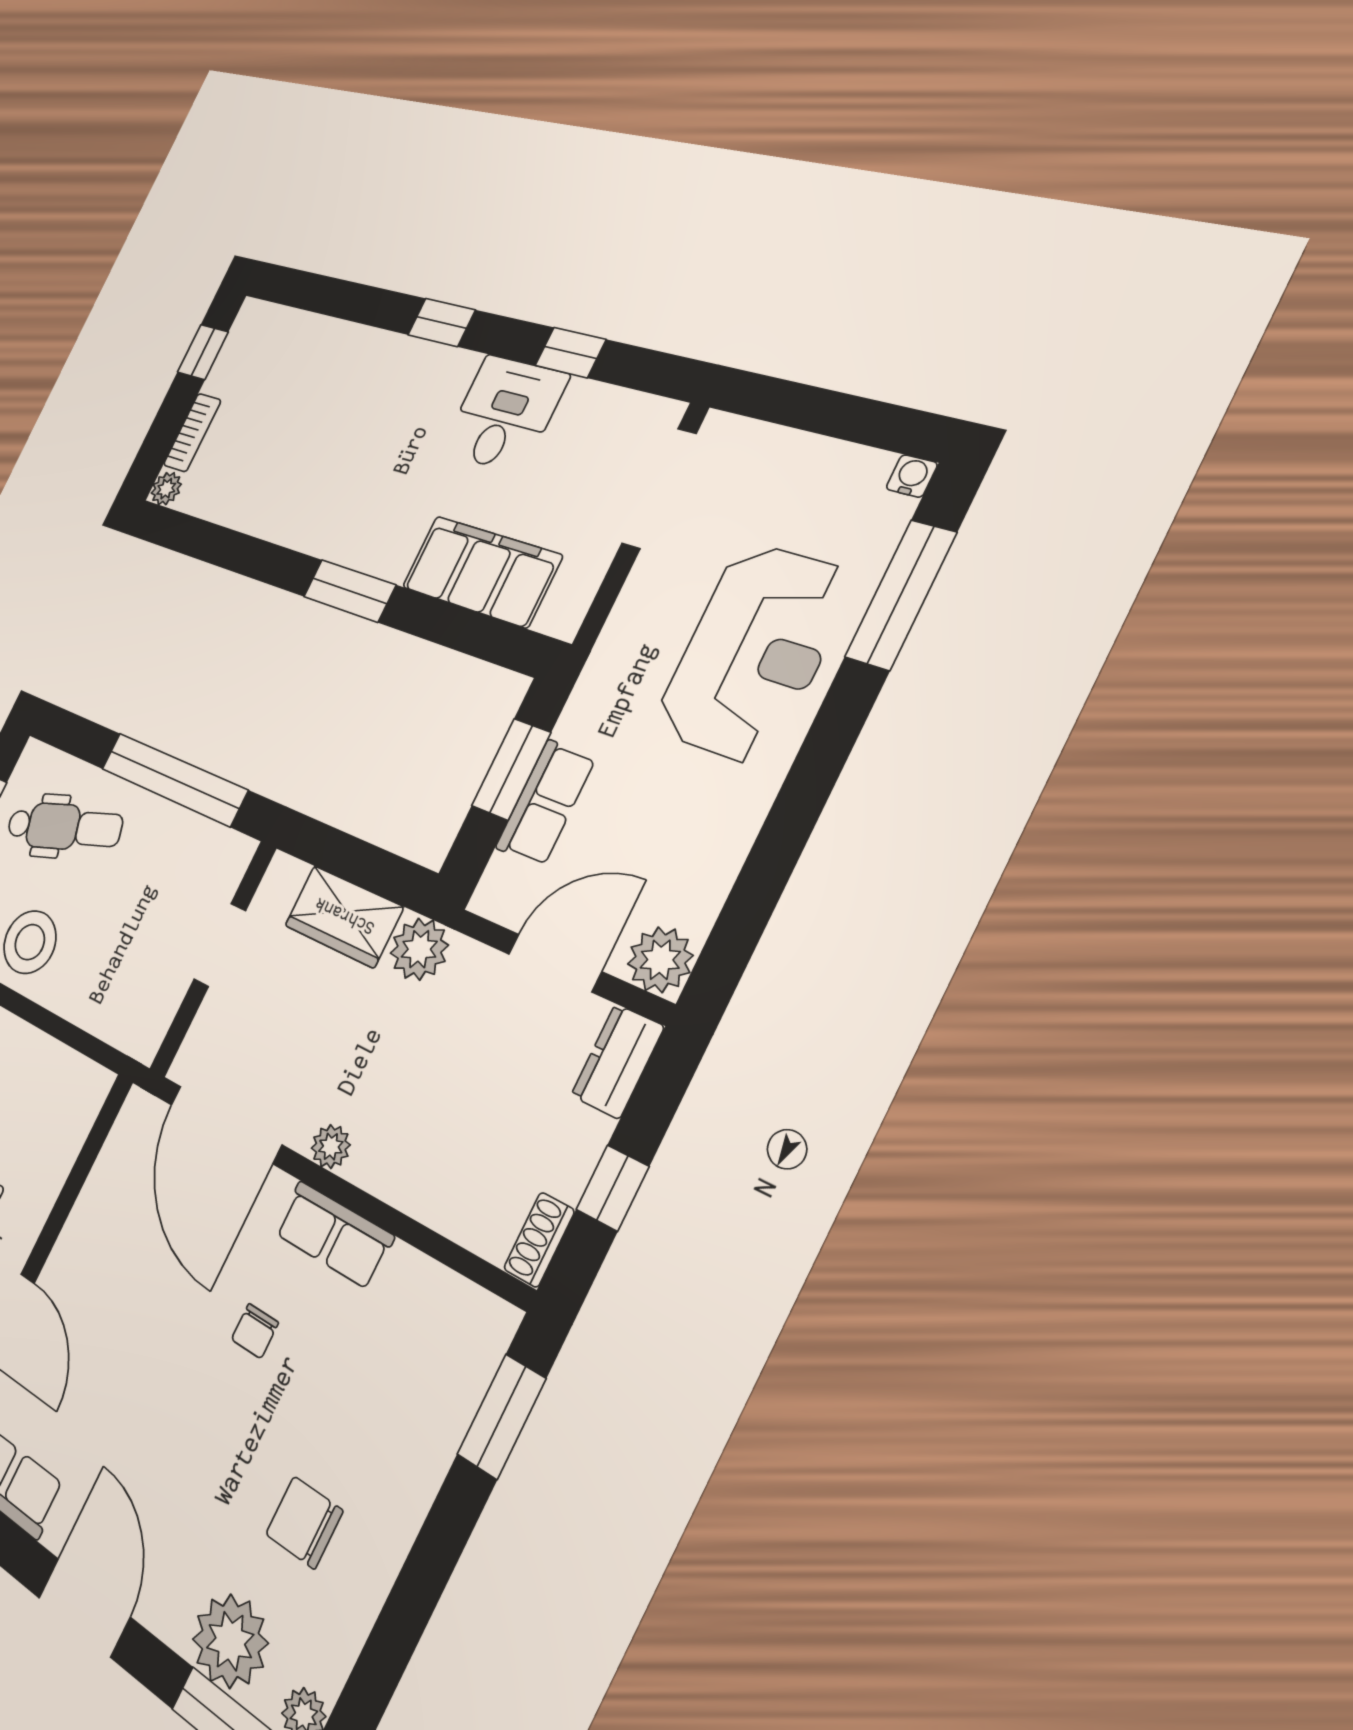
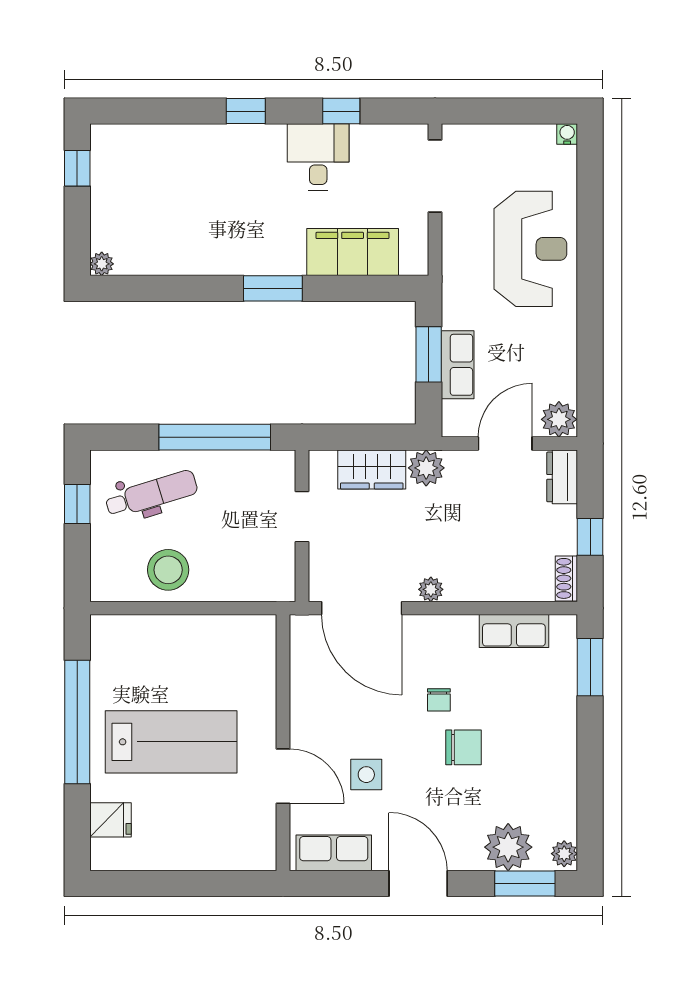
bookcase: (192, 433) -> (100, 223), removed
window: (901, 595) -> (590, 197), removed
row of seats: (334, 1235) -> (514, 631), moved
side table: (105, 1387) -> (366, 775), added
chair: (304, 1523) -> (464, 747), moved, turned 180

